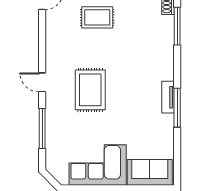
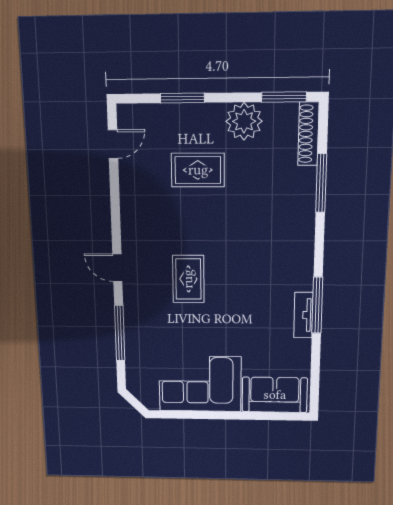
rug: (90, 90) -> (188, 279), width x0.73, depth x0.70
tv unit: (168, 97) -> (303, 315), moved

